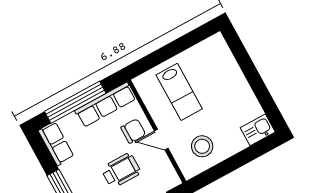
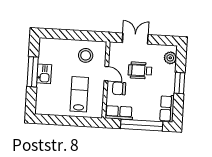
window: (256, 83) -> (33, 72), added
row of seats: (105, 105) -> (119, 113), width x0.68
kitchen sink: (258, 130) -> (44, 74), moved, turned -90

